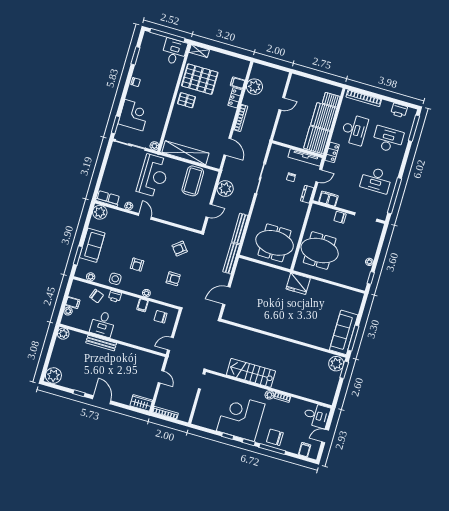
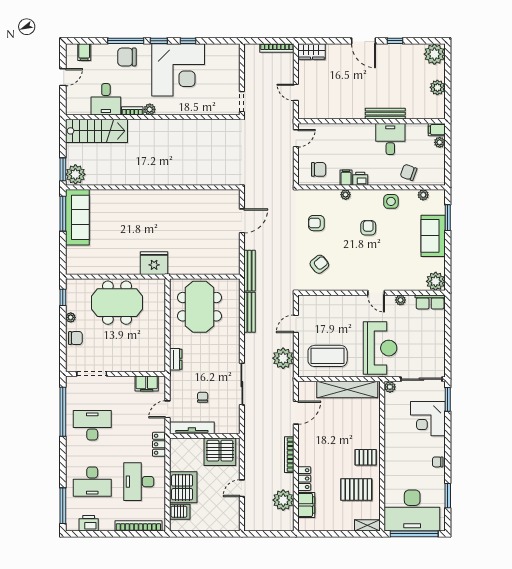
desk: (174, 52) -> (412, 510), width x1.87, depth x1.30
pallet: (200, 79) -> (356, 489), width x0.73, depth x0.71
filing cabinet: (238, 83) -> (306, 505), width x2.00
server rack: (317, 140) -> (220, 452), moved, turned 90
door: (227, 147) -> (296, 413), swing flipped
reception desk: (153, 176) -> (380, 348), turned 180
coffee table: (193, 181) -> (328, 356), turned 90
dresser: (307, 194) -> (176, 359), moved
chair: (340, 217) -> (75, 338), moved
meeting table: (275, 243) -> (200, 307), turned 90
meeting table: (320, 250) -> (117, 303), moved
printer: (115, 296) -> (360, 179), moved
filing cabinet: (73, 303) -> (437, 130), moved
plant: (63, 334) -> (437, 87), moved
stairs: (251, 373) -> (96, 131), moved
desk: (317, 415) -> (106, 99), moved, turned -90
chair: (275, 437) -> (127, 57), turned 180

